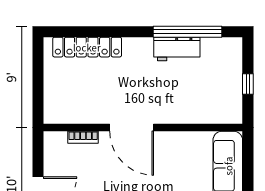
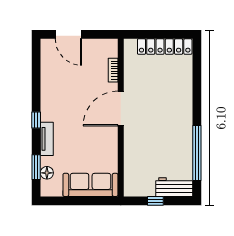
locker: (87, 47) -> (165, 47), moved, turned -90
workbench: (177, 49) -> (174, 187), moved, turned 90

